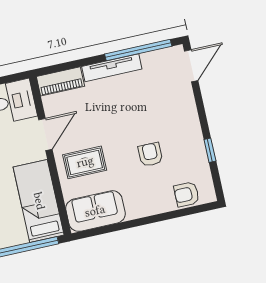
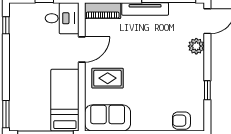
plant: (184, 99) -> (196, 46), added
armchair: (150, 155) -> (160, 83), removed

